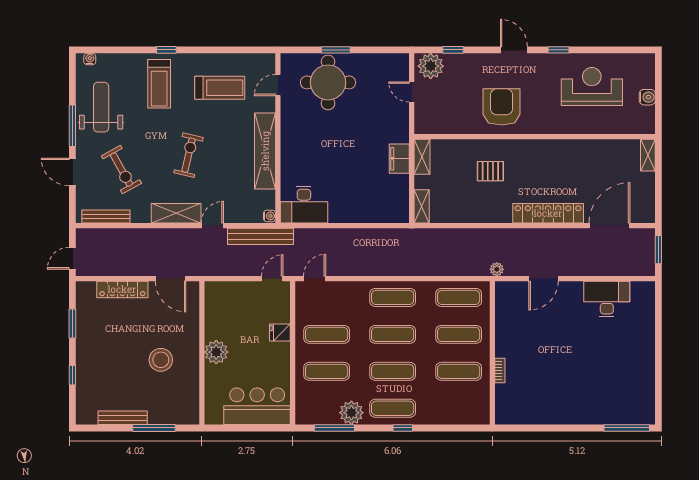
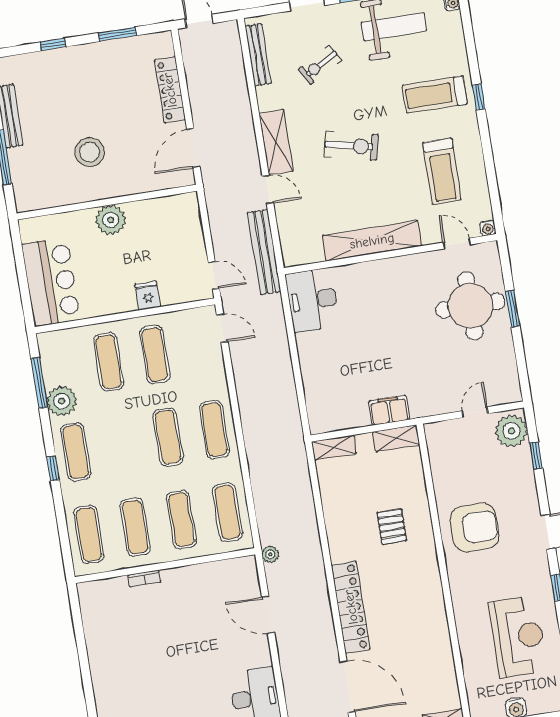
exercise bike: (121, 170) -> (320, 65), width x0.73, depth x0.72
water cooler: (269, 216) -> (488, 228), moved
exercise mat: (393, 371) -> (89, 534), moved

